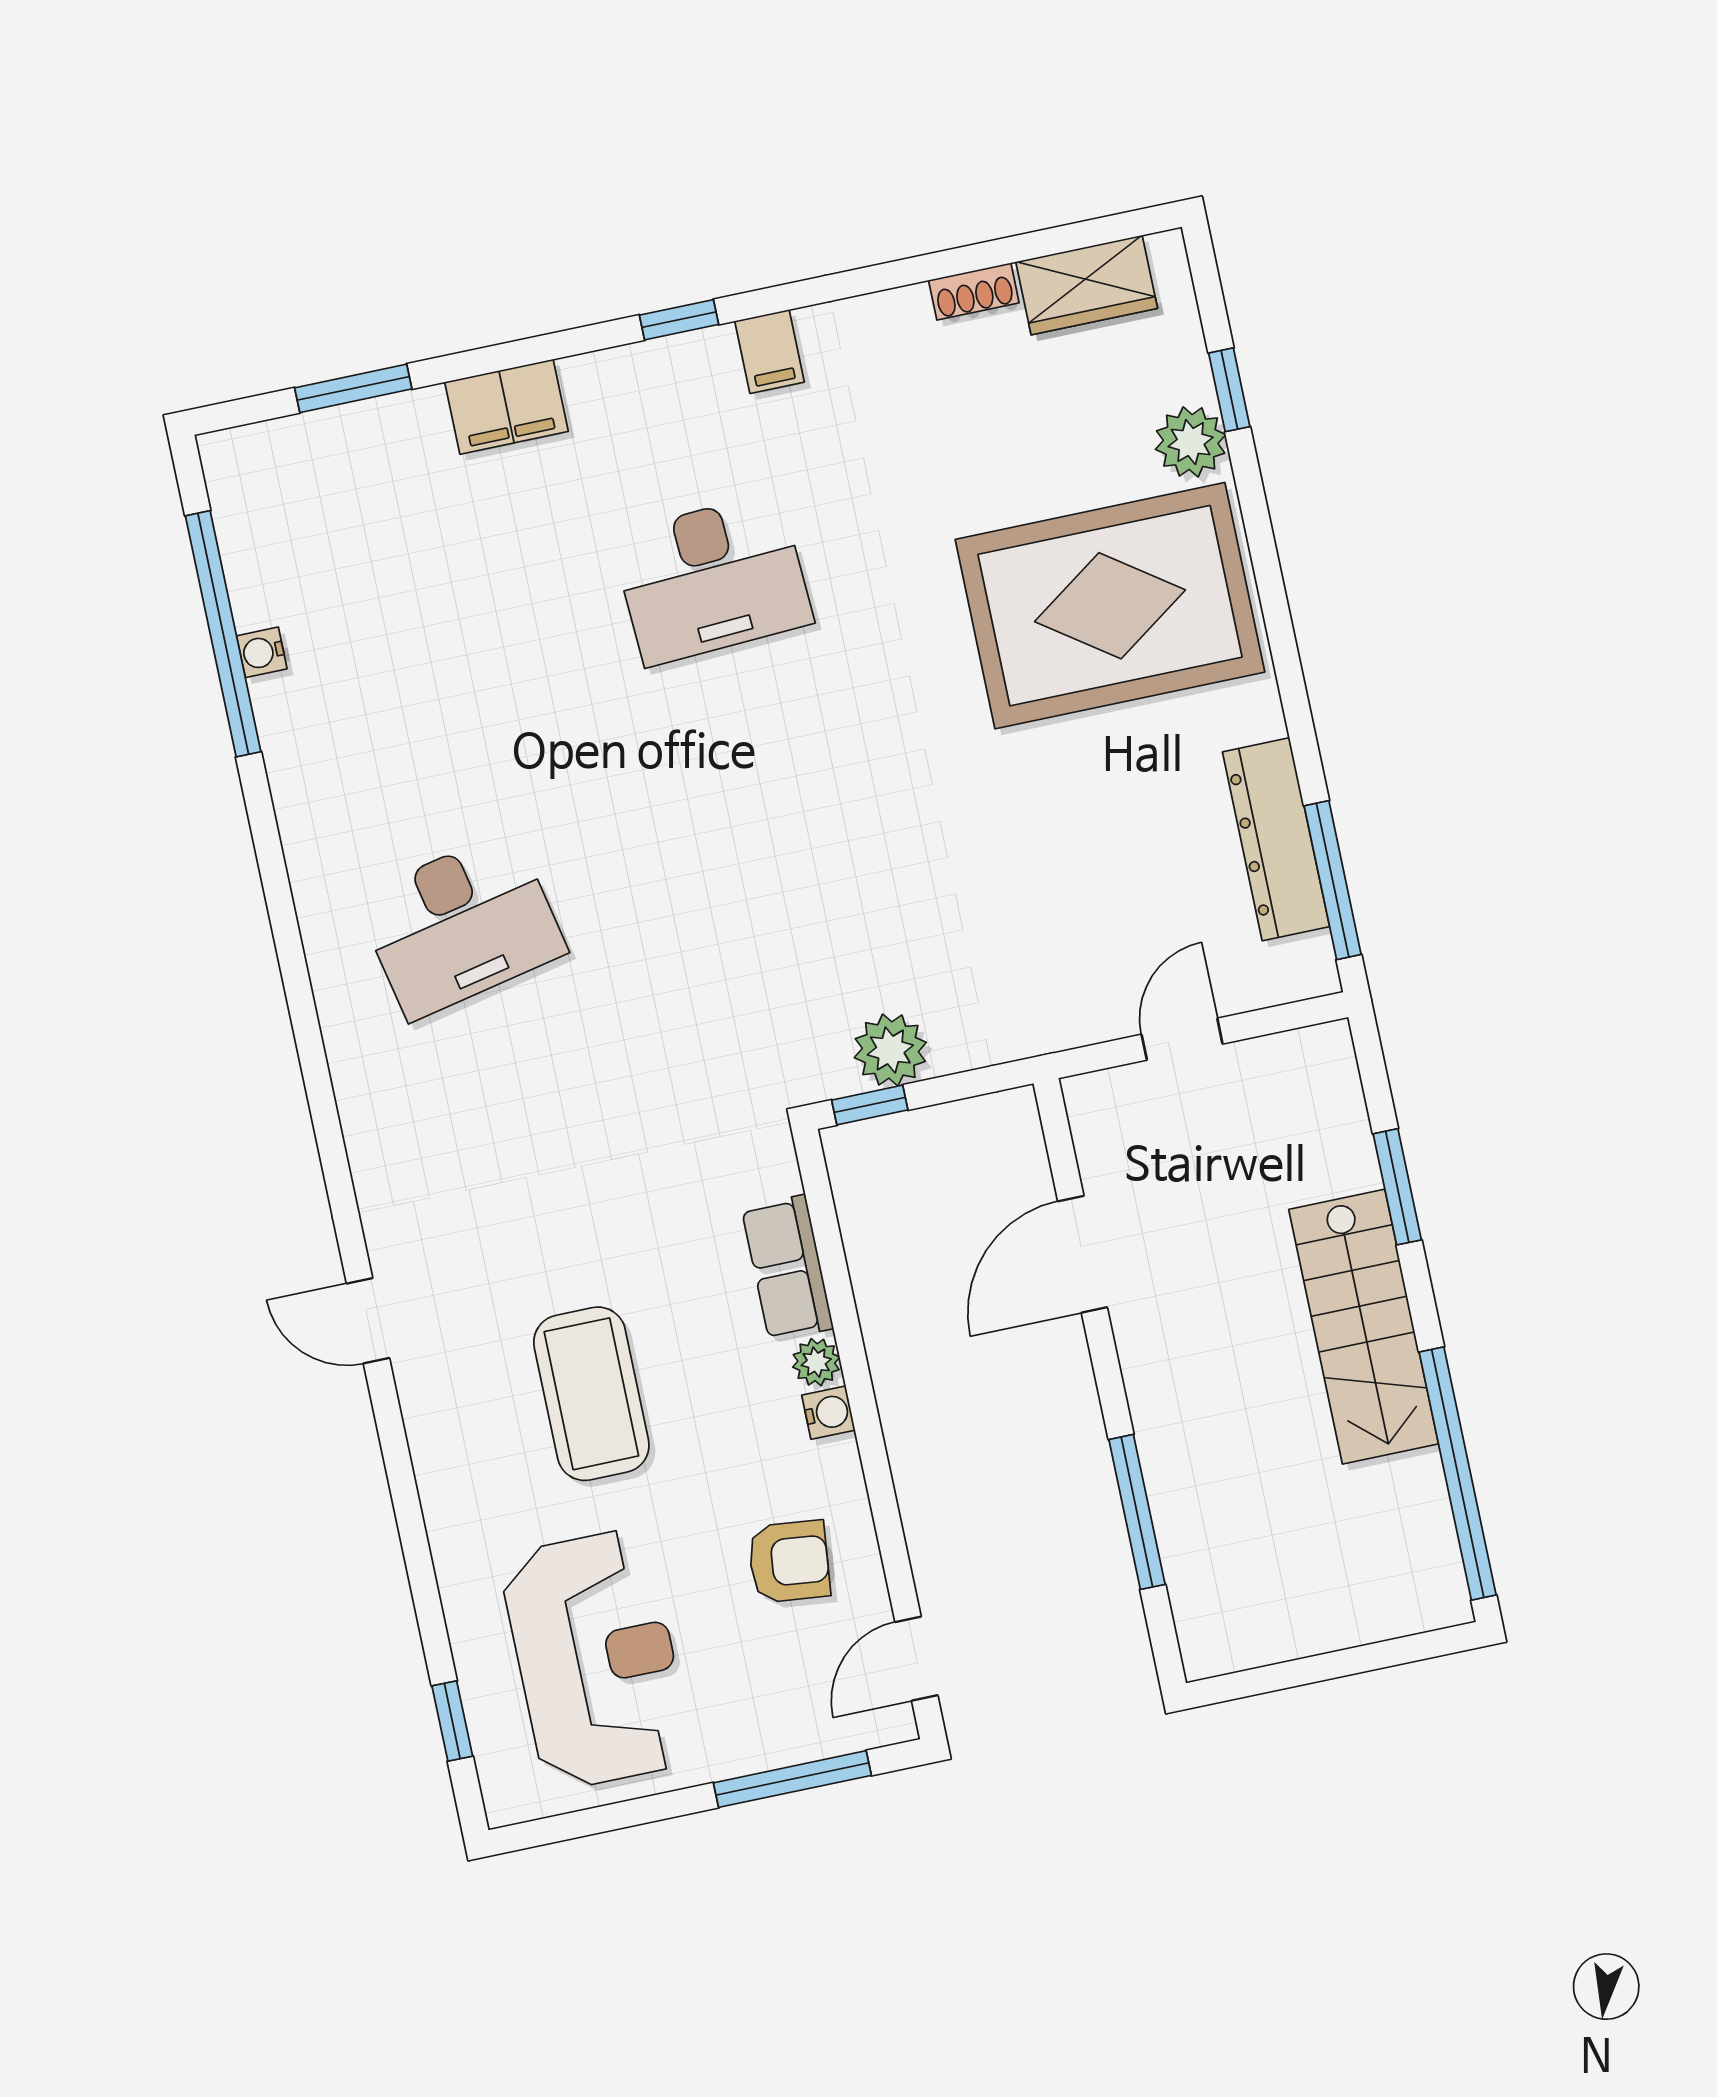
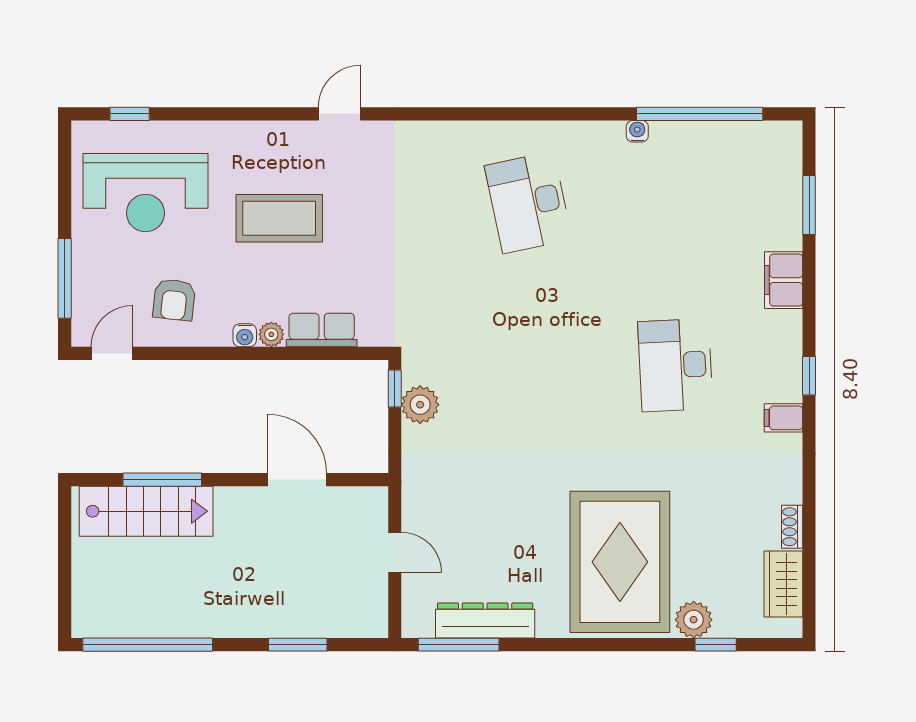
water cooler: (262, 652) -> (637, 131), moved
stairs: (1364, 1327) -> (146, 511), moved, turned 180
door: (916, 1659) -> (112, 353), hinge flipped

